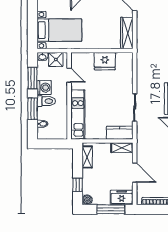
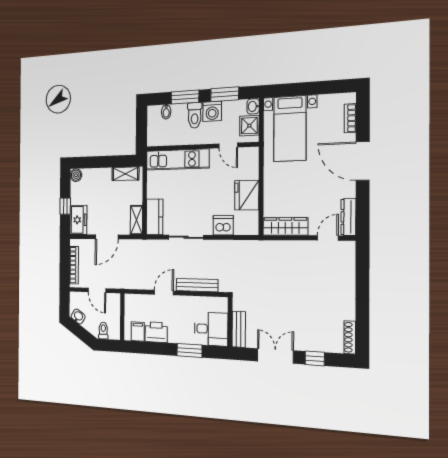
door: (69, 75) -> (228, 145), hinge flipped
dishwasher: (126, 79) -> (223, 225), added
window: (78, 185) -> (93, 162), removed
window: (111, 209) -> (65, 206), width x0.46

